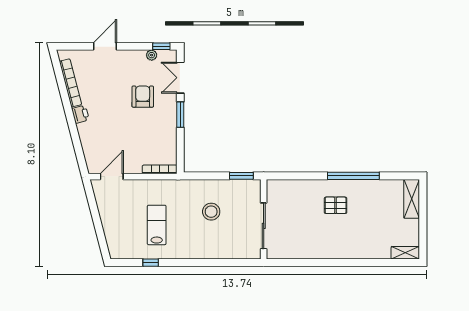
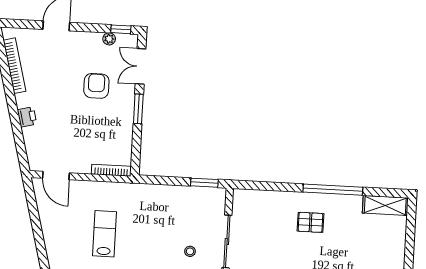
printer: (80, 114) -> (27, 117), moved
door: (112, 177) -> (56, 175), swing flipped
shelving: (412, 199) -> (385, 205), moved, turned 90
stool: (211, 212) -> (190, 251), moved, width x0.53, depth x0.53

